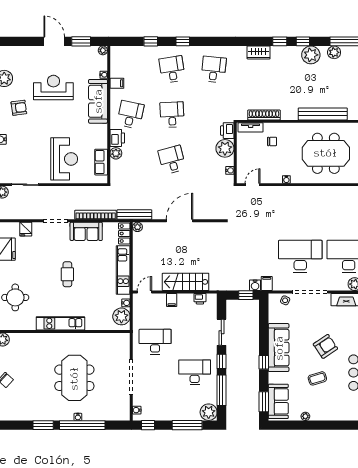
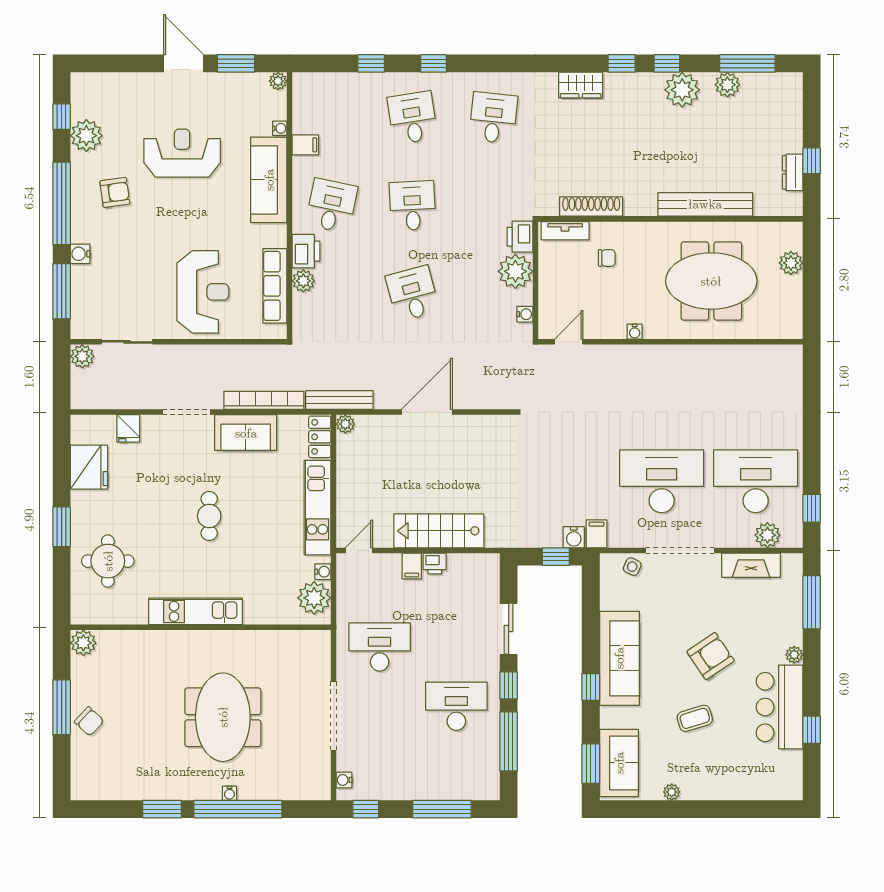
row of seats: (101, 162) -> (275, 286), width x1.48
printer: (200, 299) -> (435, 563), moved
plant: (209, 412) -> (484, 784), removed

